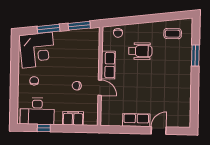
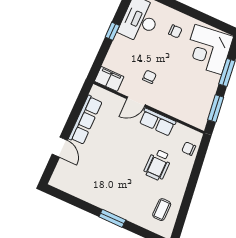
window: (195, 55) -> (112, 218), moved
filing cabinet: (73, 118) -> (109, 79), moved, turned -90
row of seats: (136, 120) -> (85, 120), width x1.48
window: (44, 128) -> (112, 31), moved

